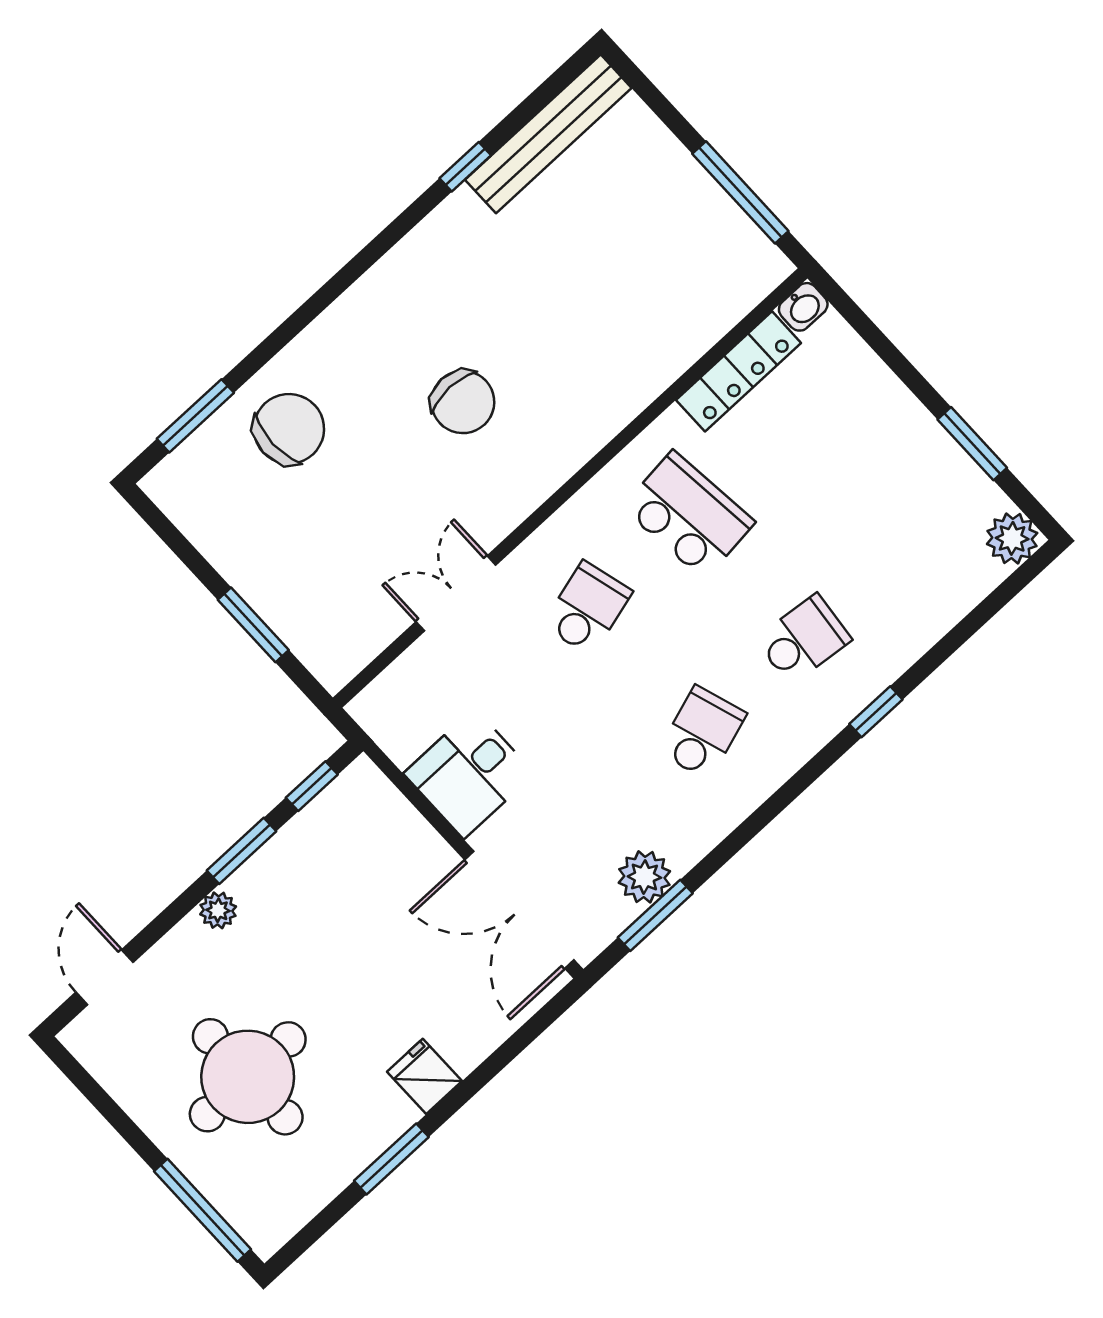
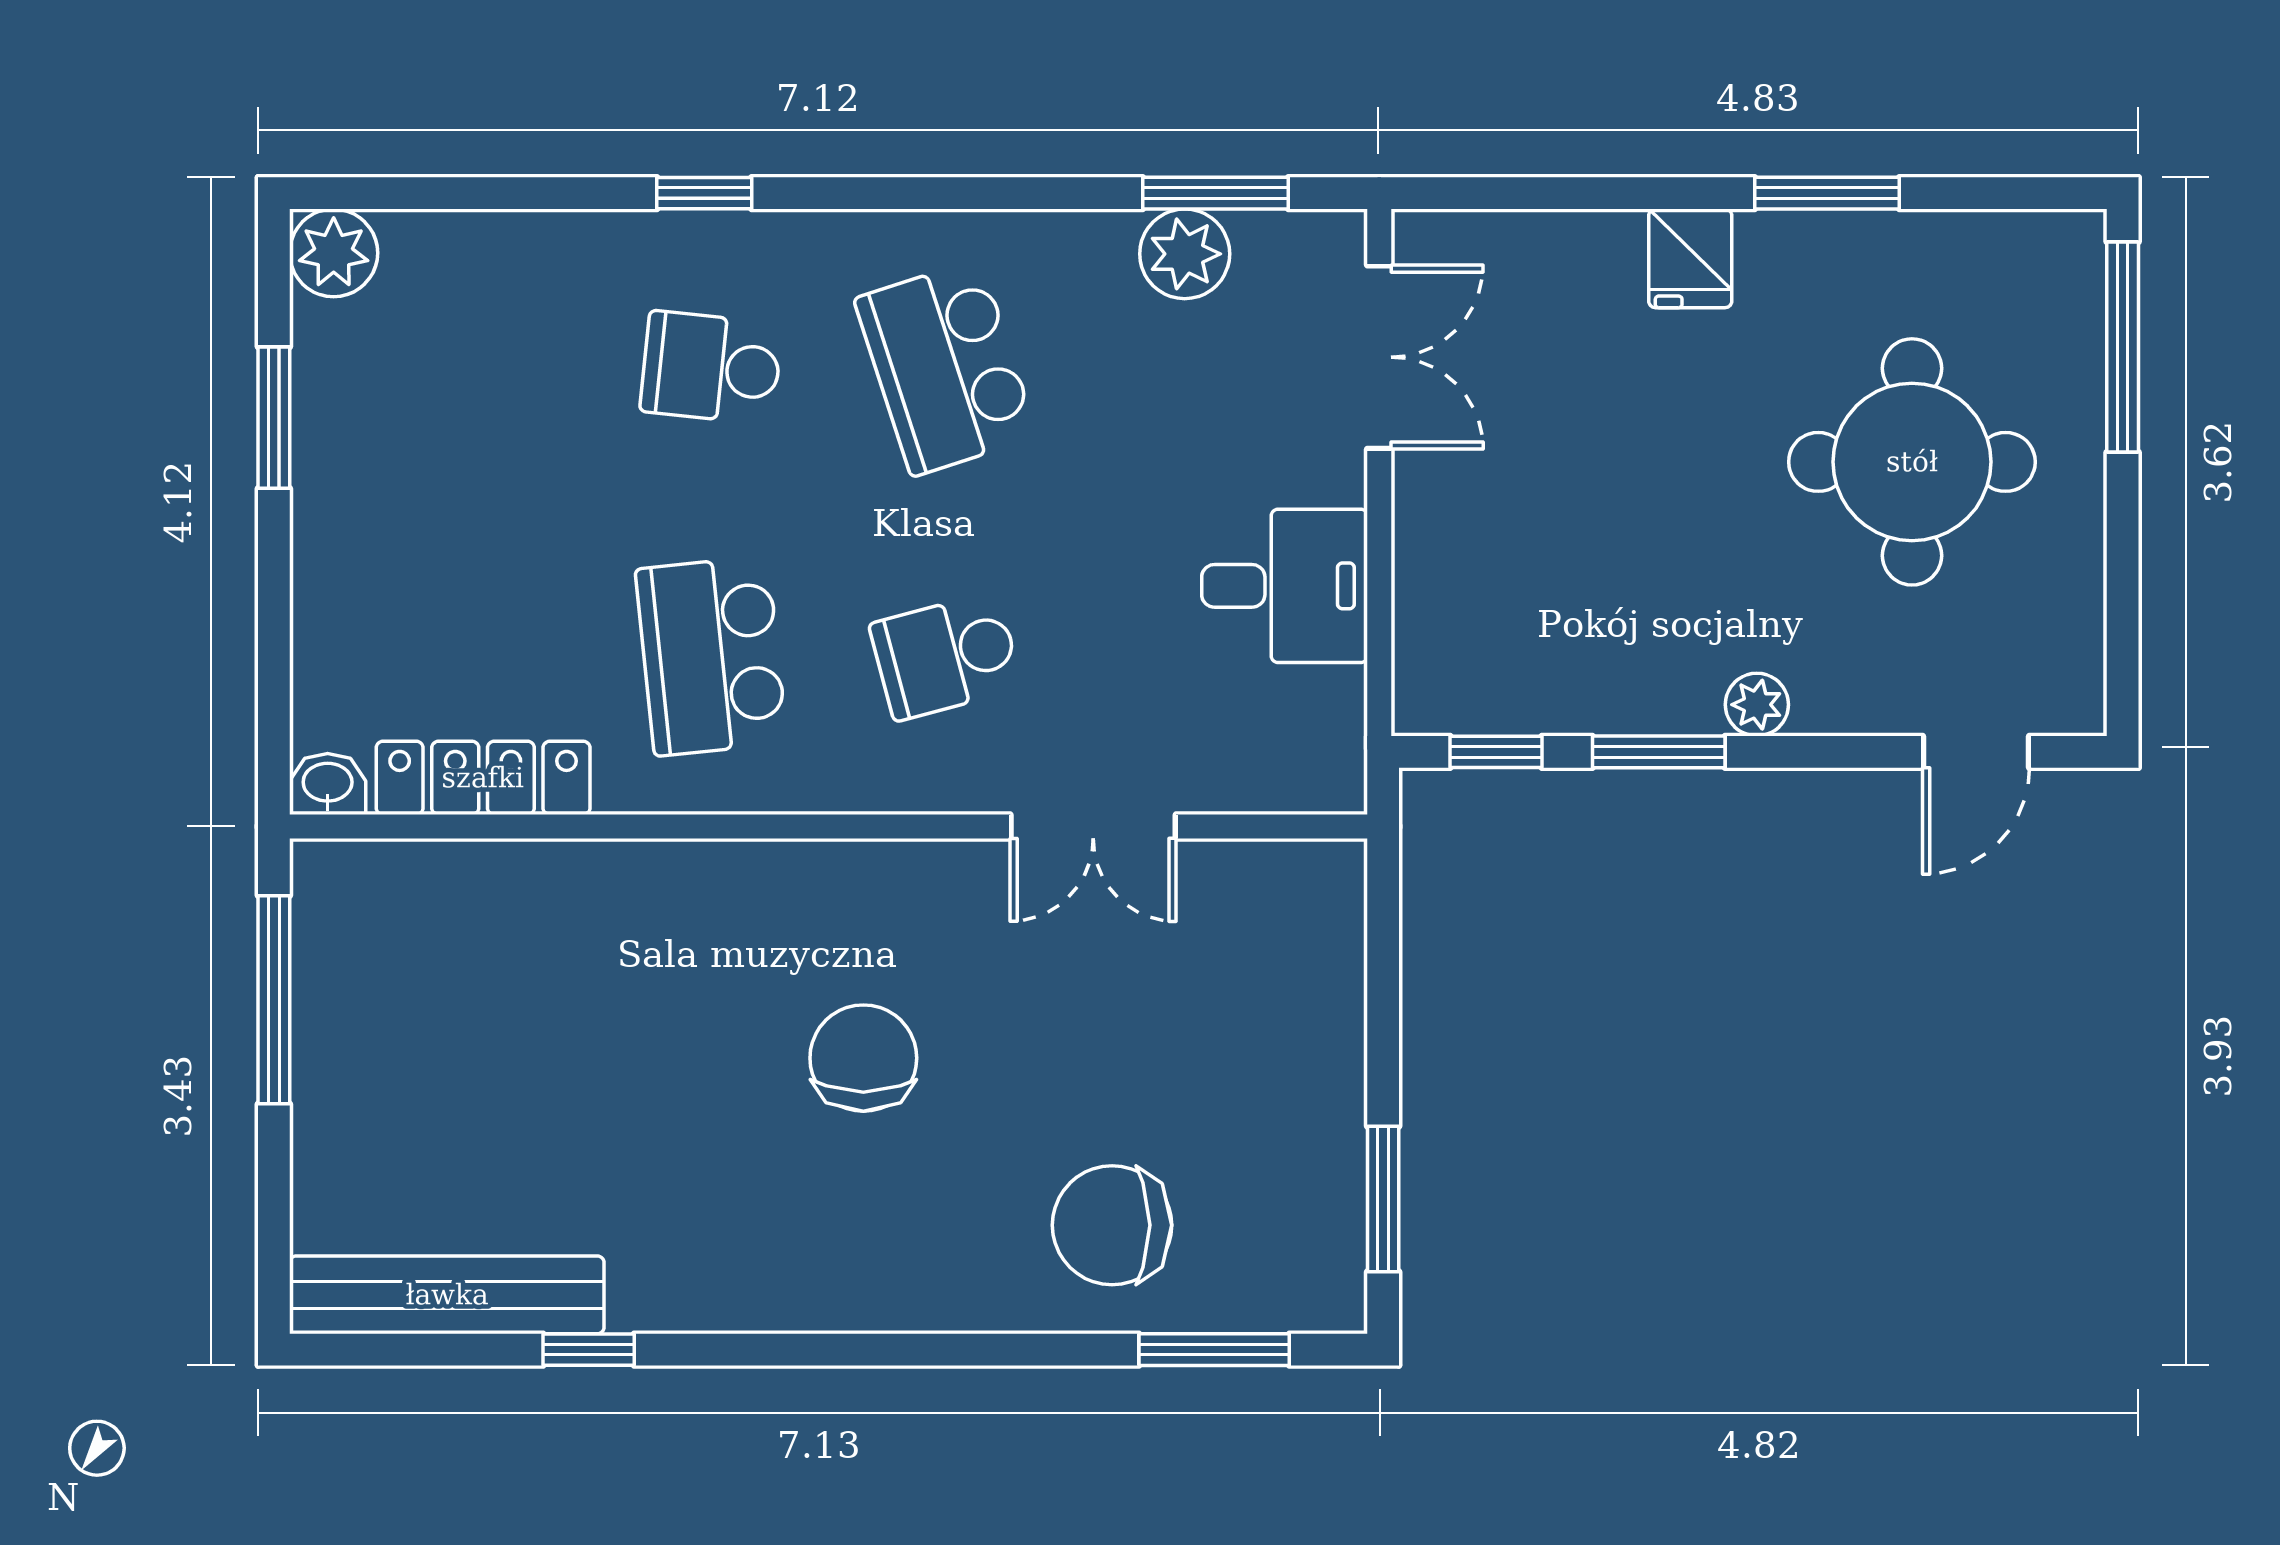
window: (253, 625) -> (1383, 1199), moved
school desk: (702, 733) -> (946, 368), width x1.85
double door: (519, 910) -> (1379, 357), width x0.73

